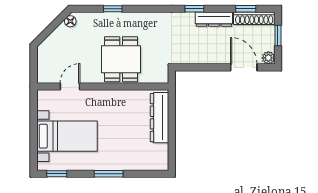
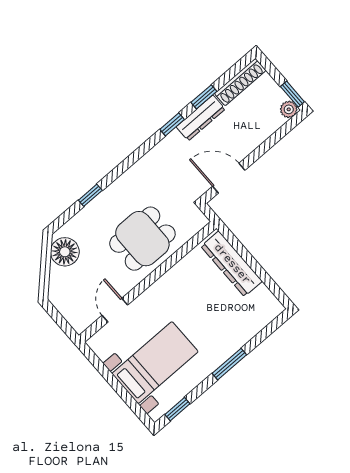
window: (246, 9) -> (204, 97), moved
floor lamp: (70, 21) -> (65, 252), width x1.89, depth x1.89
window: (278, 36) -> (292, 94), moved
dining table: (121, 59) -> (142, 239), turned 90
door: (244, 67) -> (229, 178), moved

